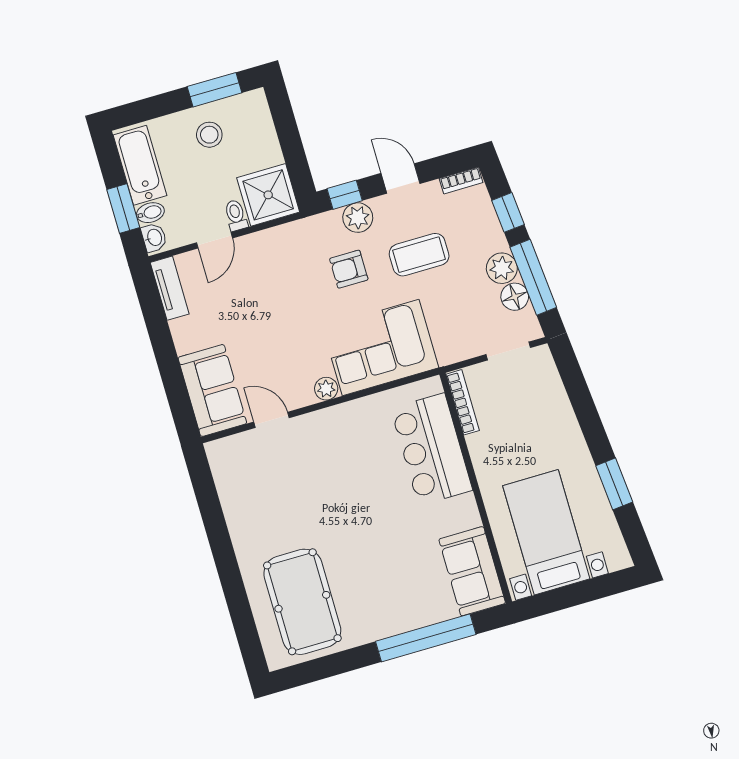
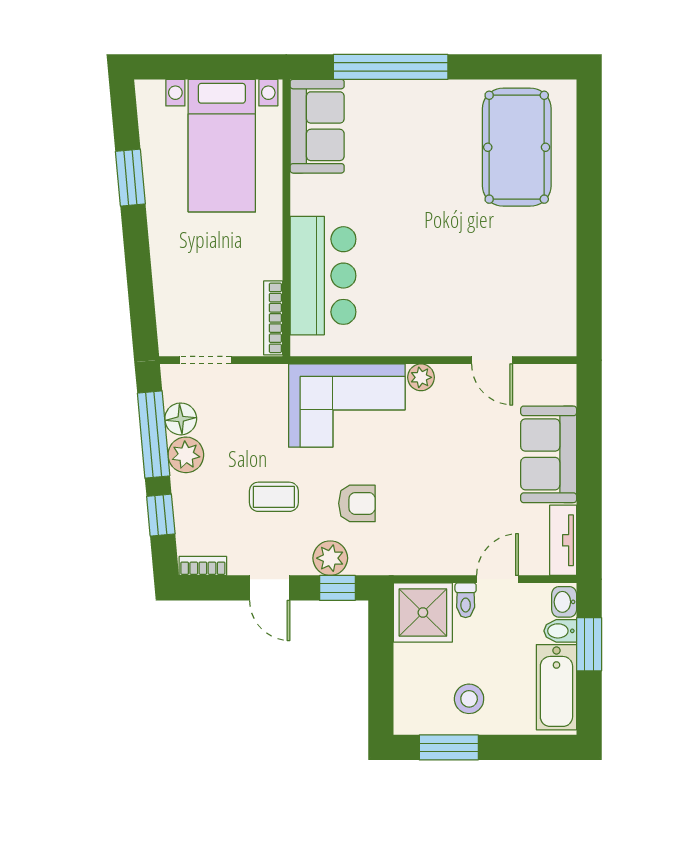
coffee table: (419, 255) -> (274, 497), width x0.73, depth x0.77
sofa: (212, 390) -> (549, 454), moved

